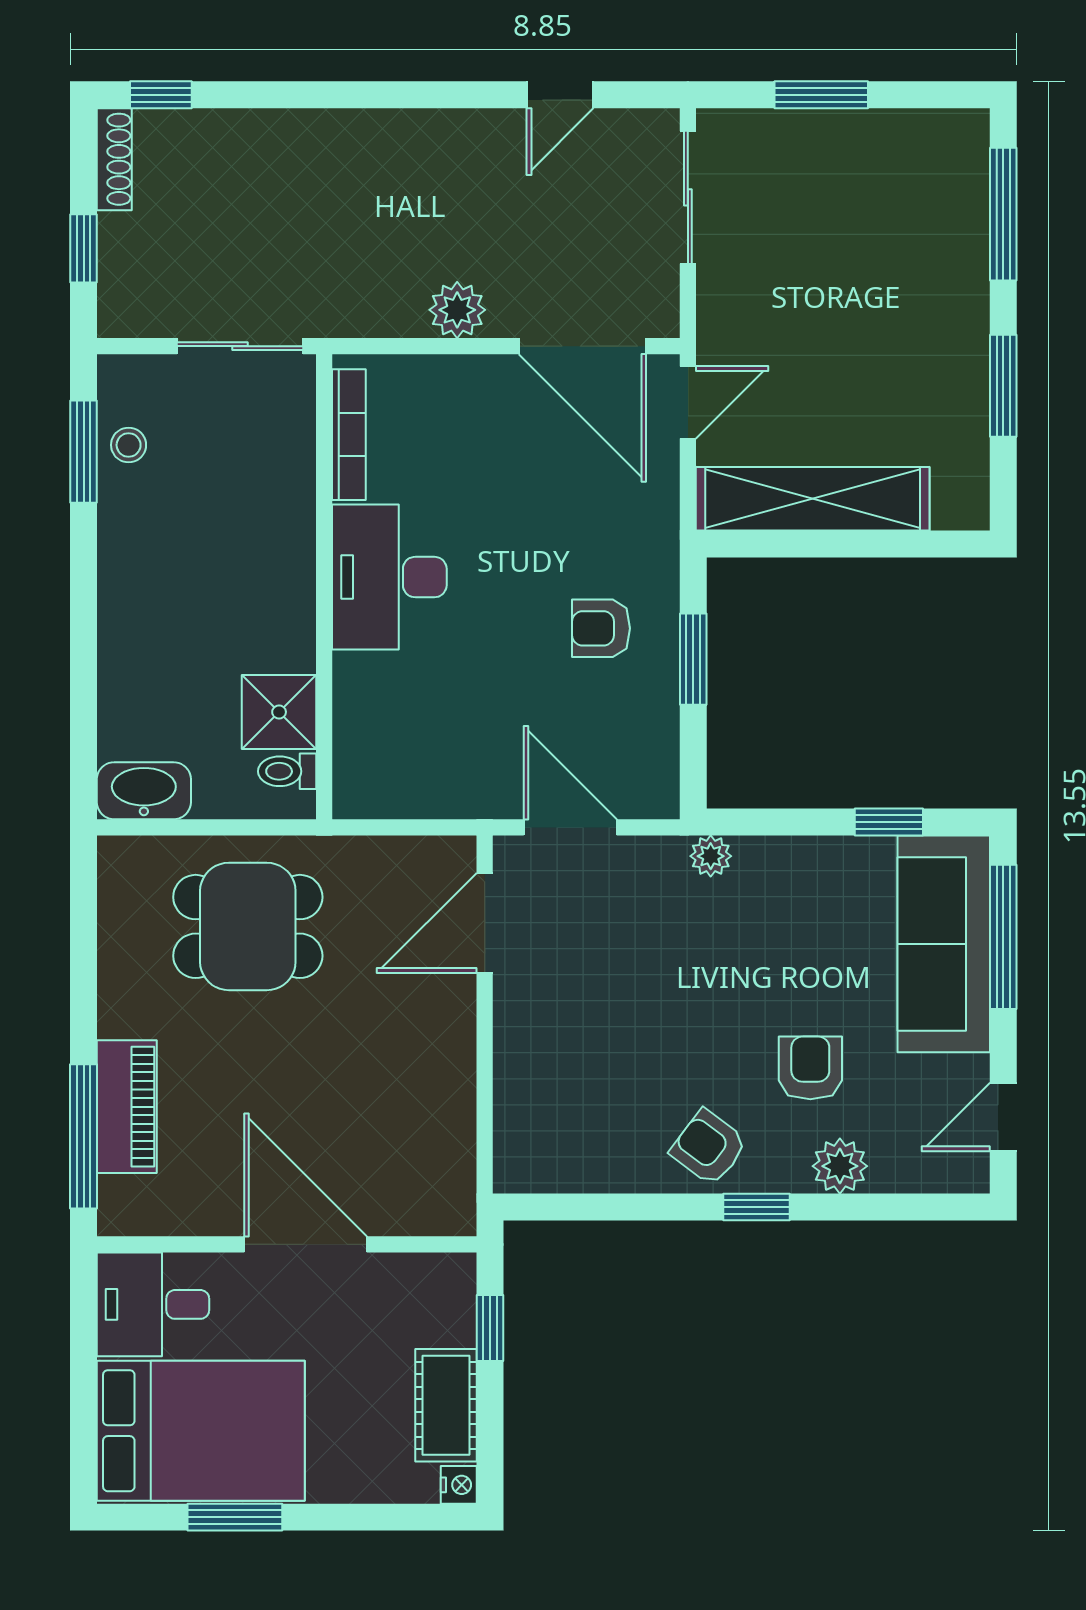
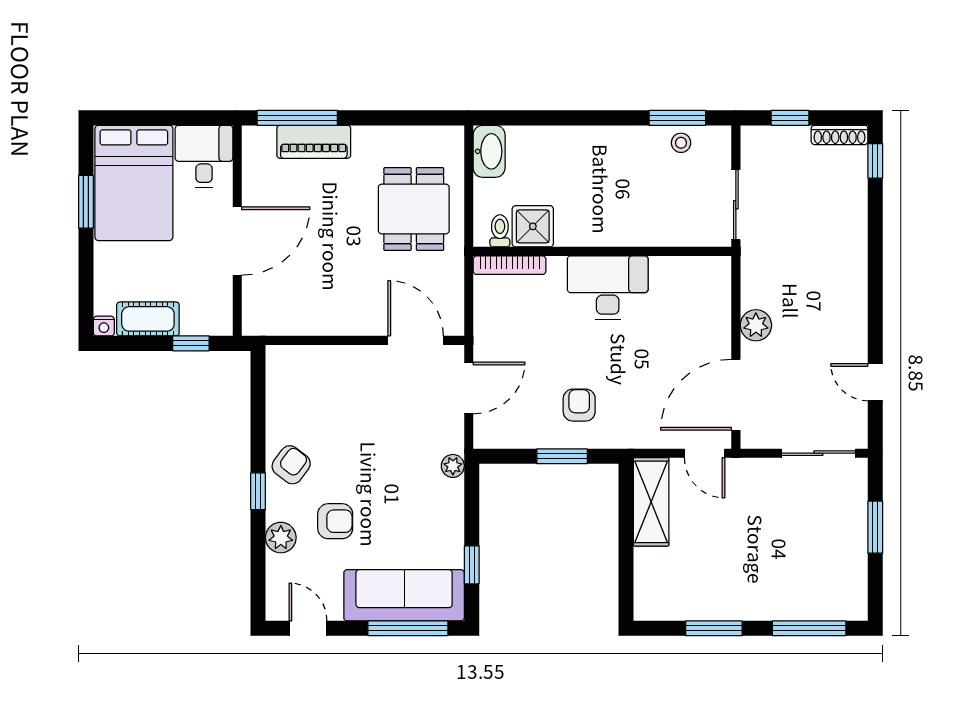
bookcase: (349, 435) -> (510, 265), moved
shelving: (813, 499) -> (651, 502), width x0.68

